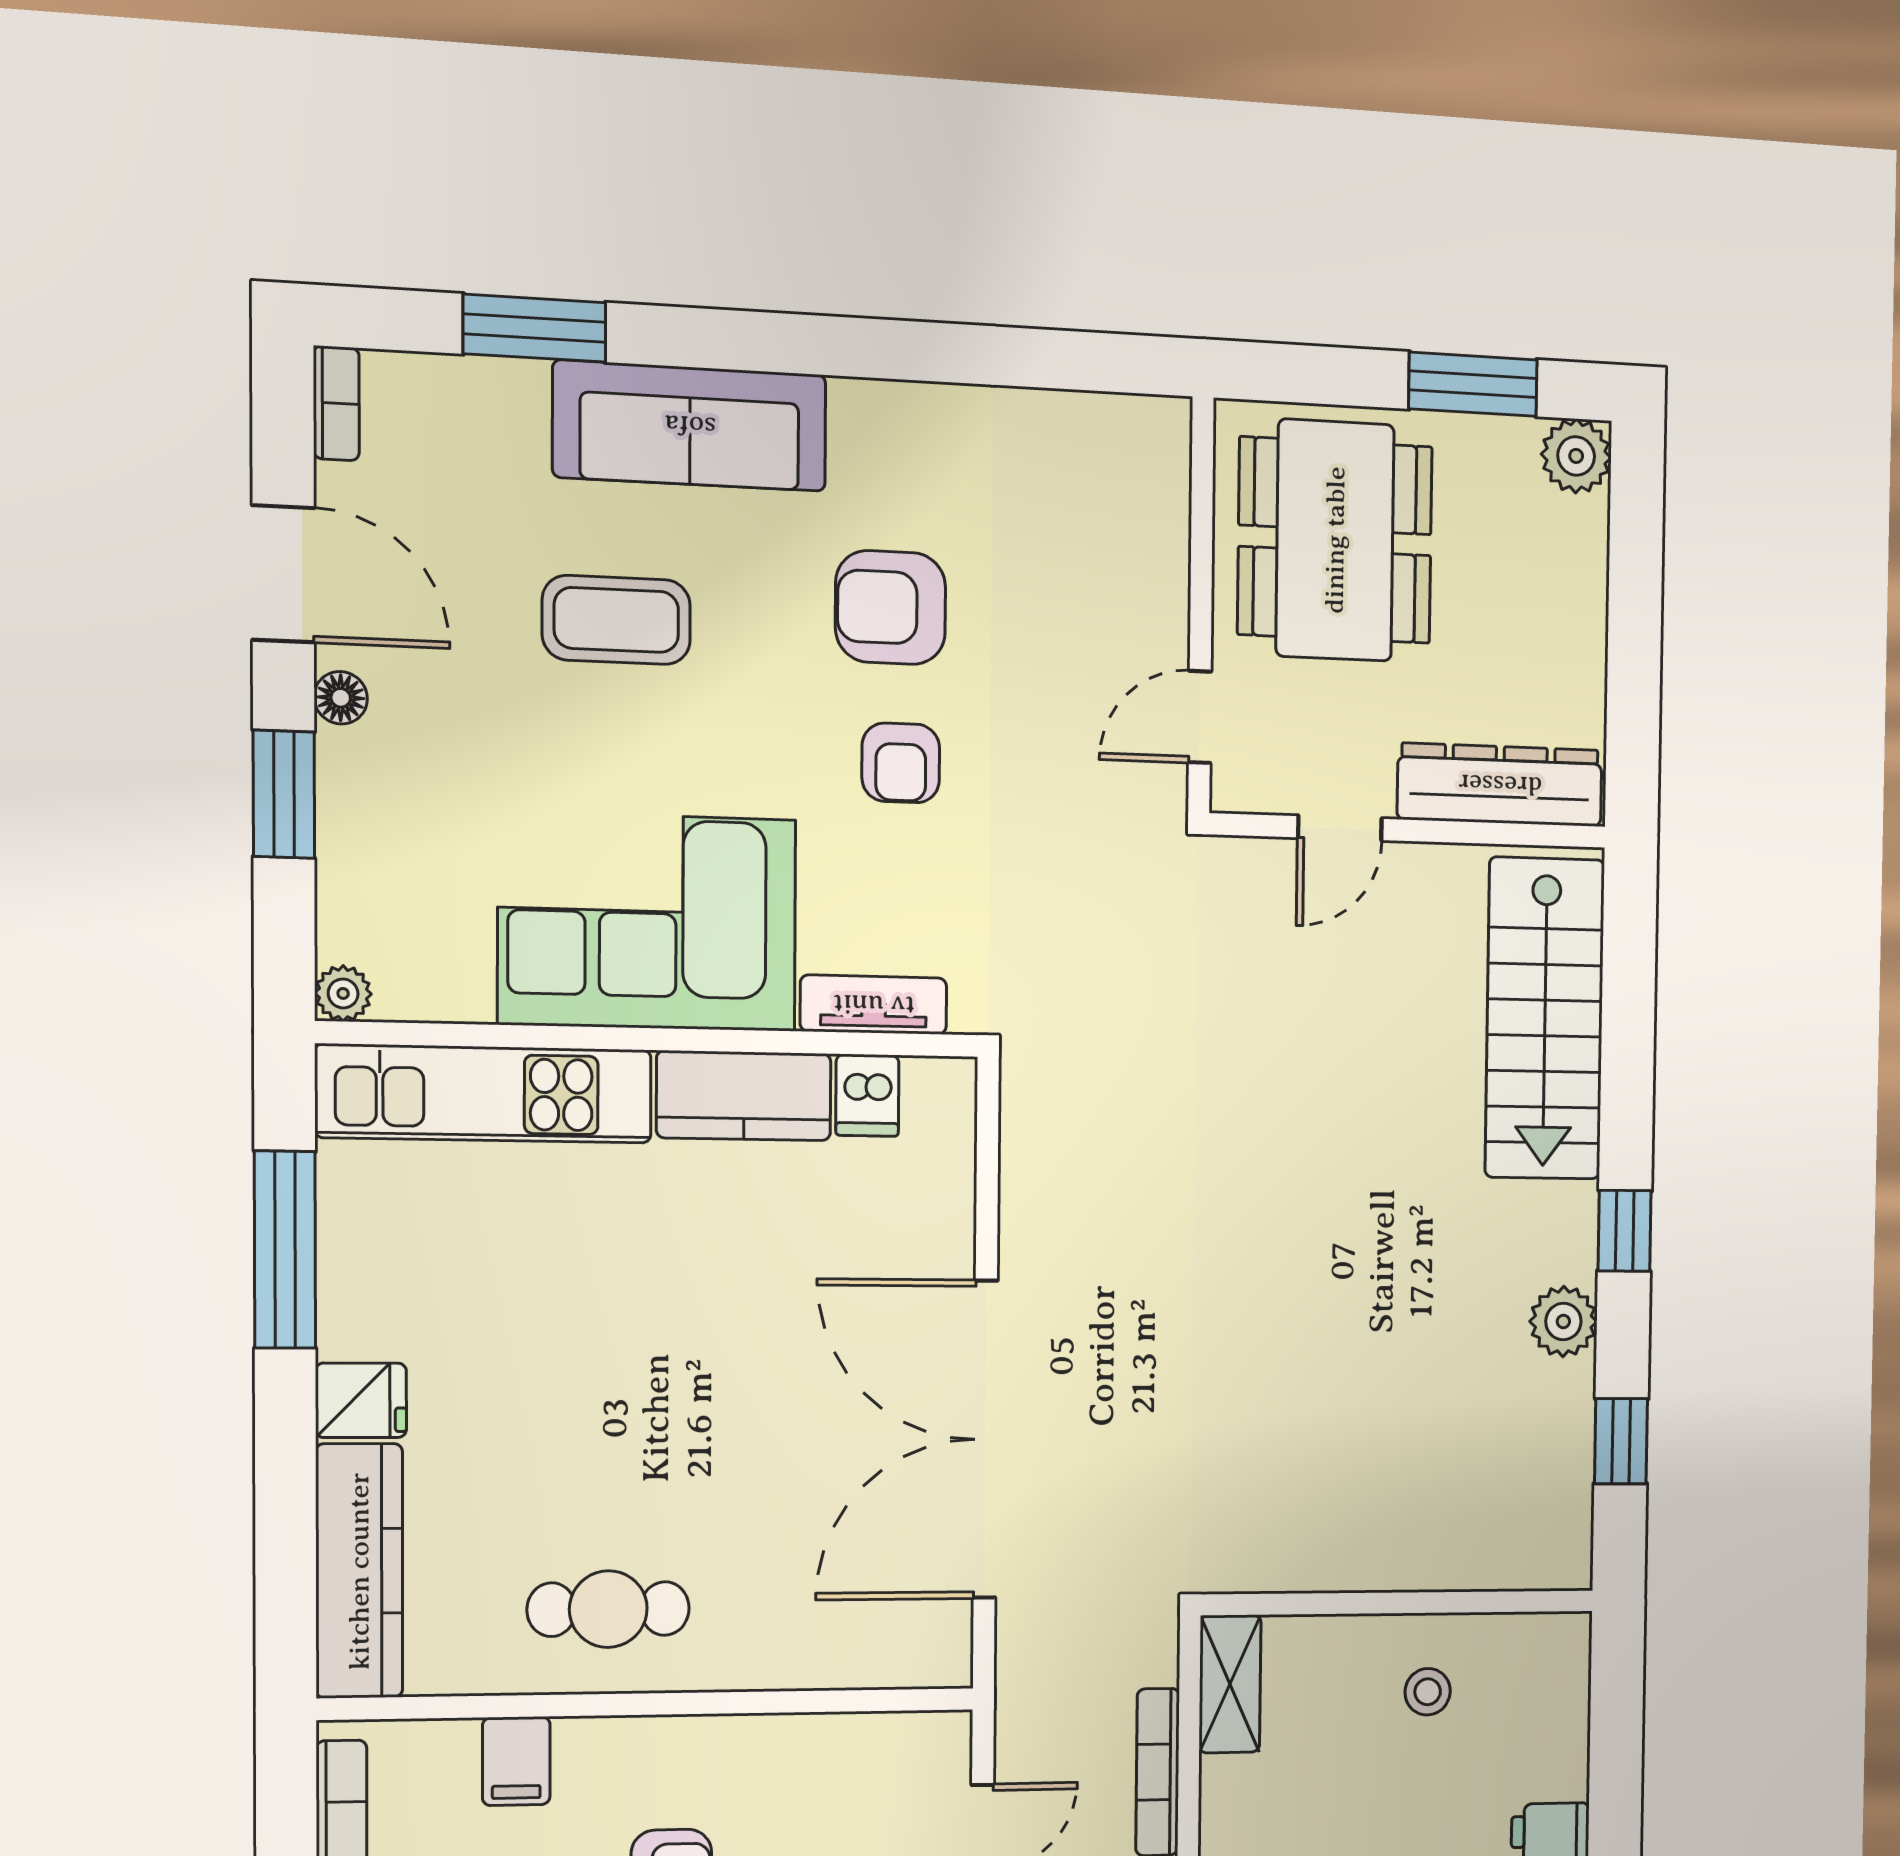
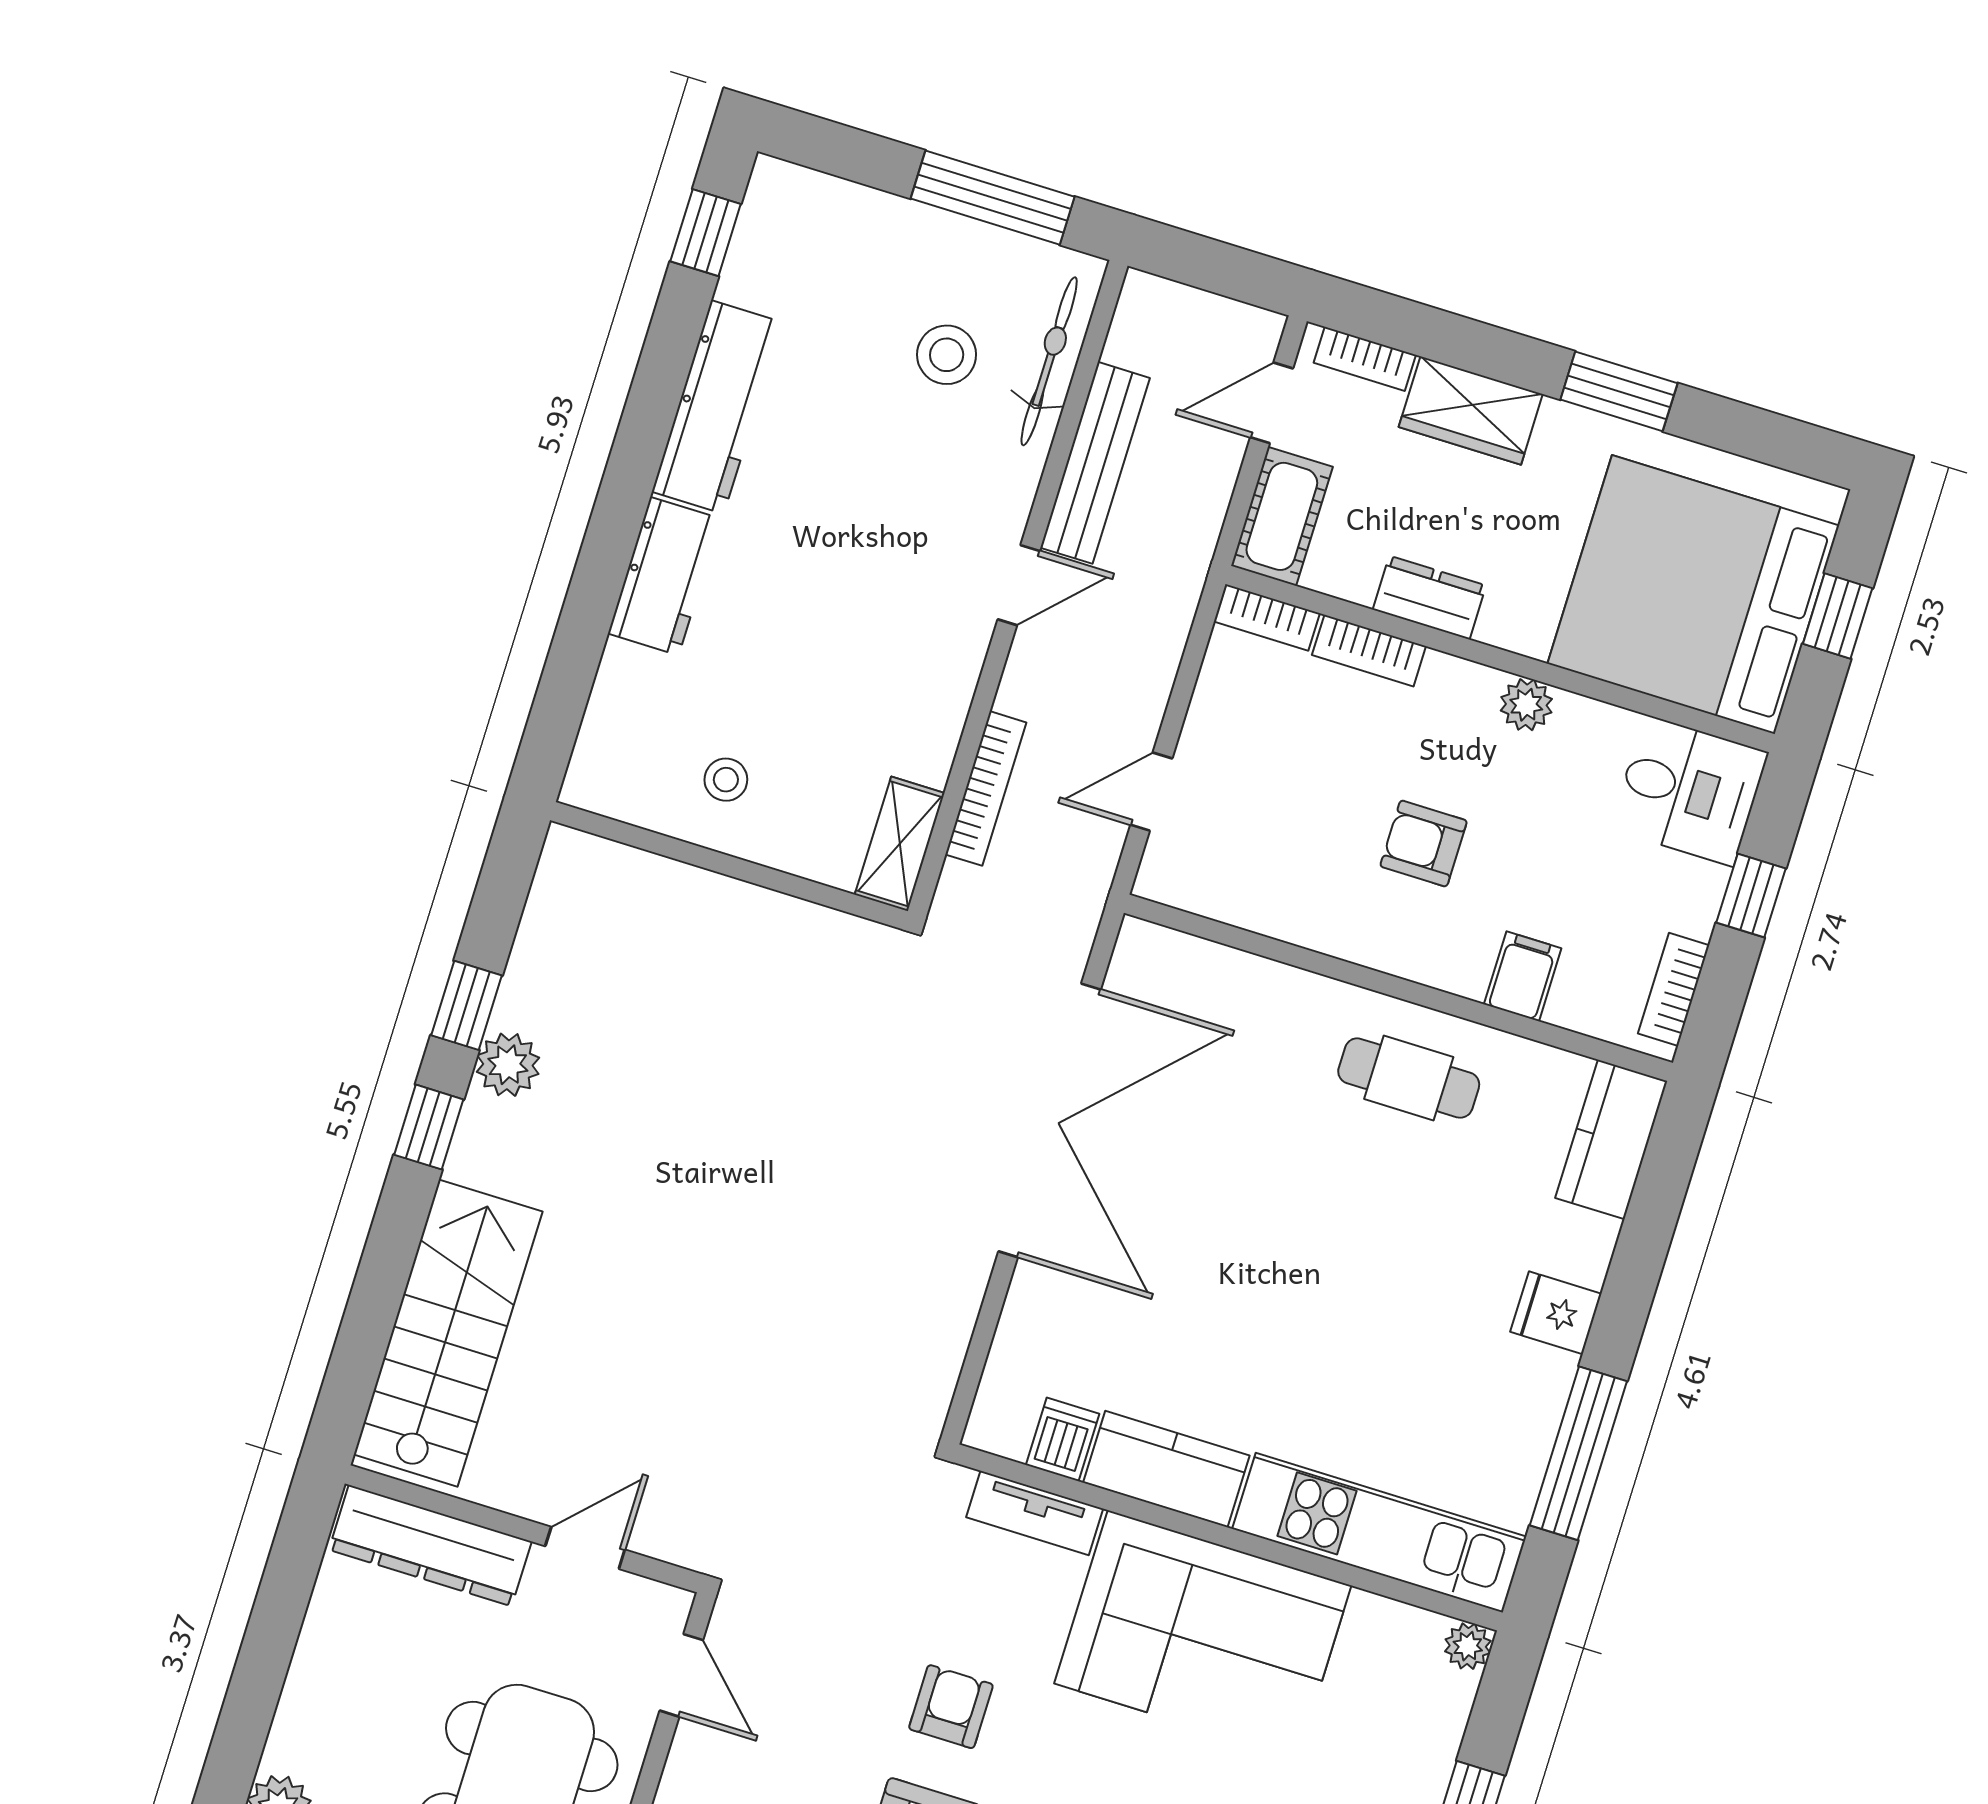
door: (1200, 717) -> (681, 1675), hinge flipped
window: (1621, 1441) -> (466, 1005), moved
kitchen counter: (359, 1571) -> (1611, 1139), width x0.67

